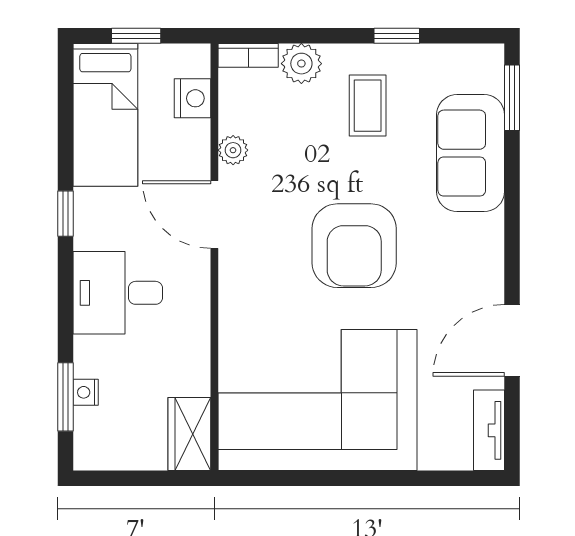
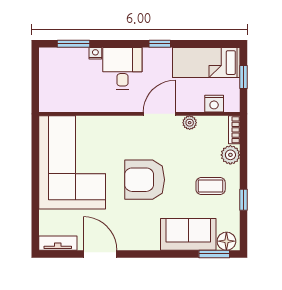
floor lamp: (485, 72) -> (226, 241), added
nightstand: (86, 392) -> (95, 53), moved
wardrobe: (189, 434) -> (56, 102), removed

